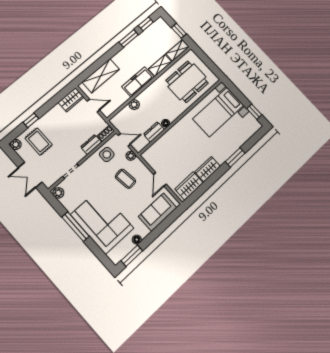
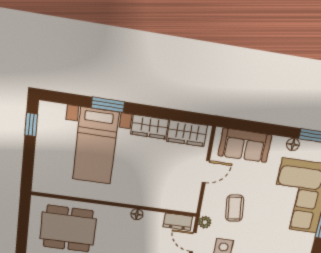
bed with nightstands: (218, 112) -> (96, 146), moved, turned 90
dresser: (154, 132) -> (178, 222), moved

